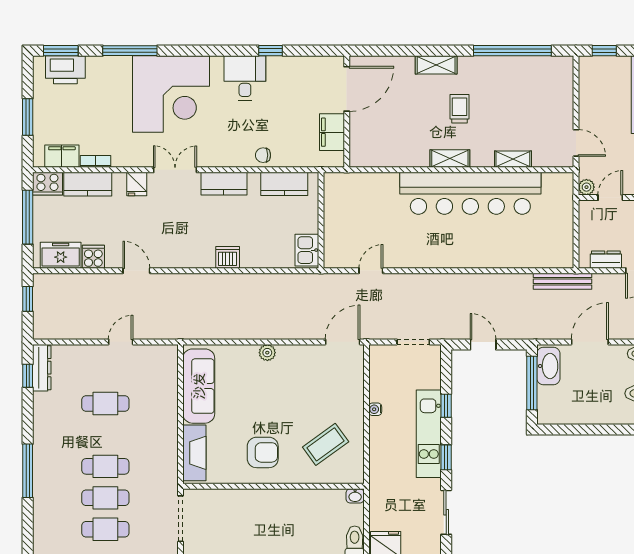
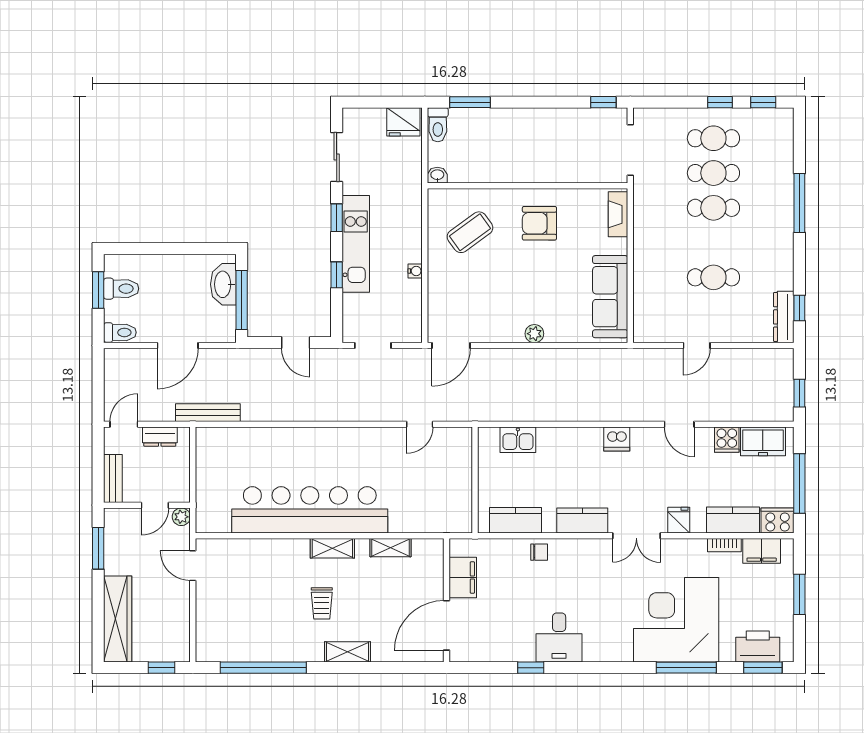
corner desk: (171, 94) -> (676, 620), moved
shelving: (513, 159) -> (391, 548), moved
kitchen sink: (307, 250) -> (518, 440), moved, turned 90
dishwasher: (228, 257) -> (617, 439), moved
washbasin: (548, 366) -> (223, 284), moved
fireplace: (194, 453) -> (618, 214), width x0.73, depth x0.76

